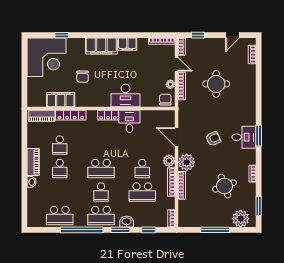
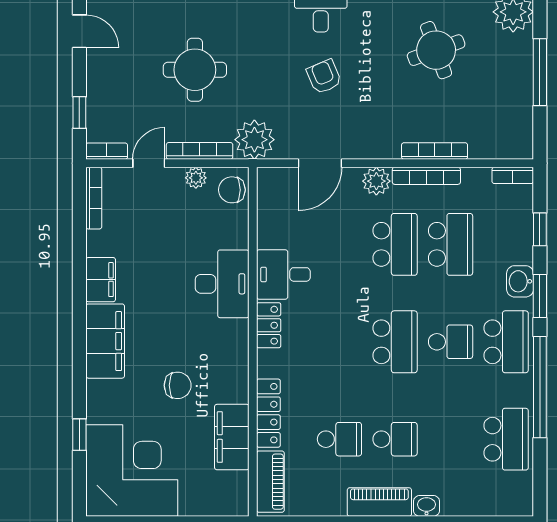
plant: (187, 162) -> (254, 140), moved
school desk: (142, 169) -> (395, 244), width x1.85

